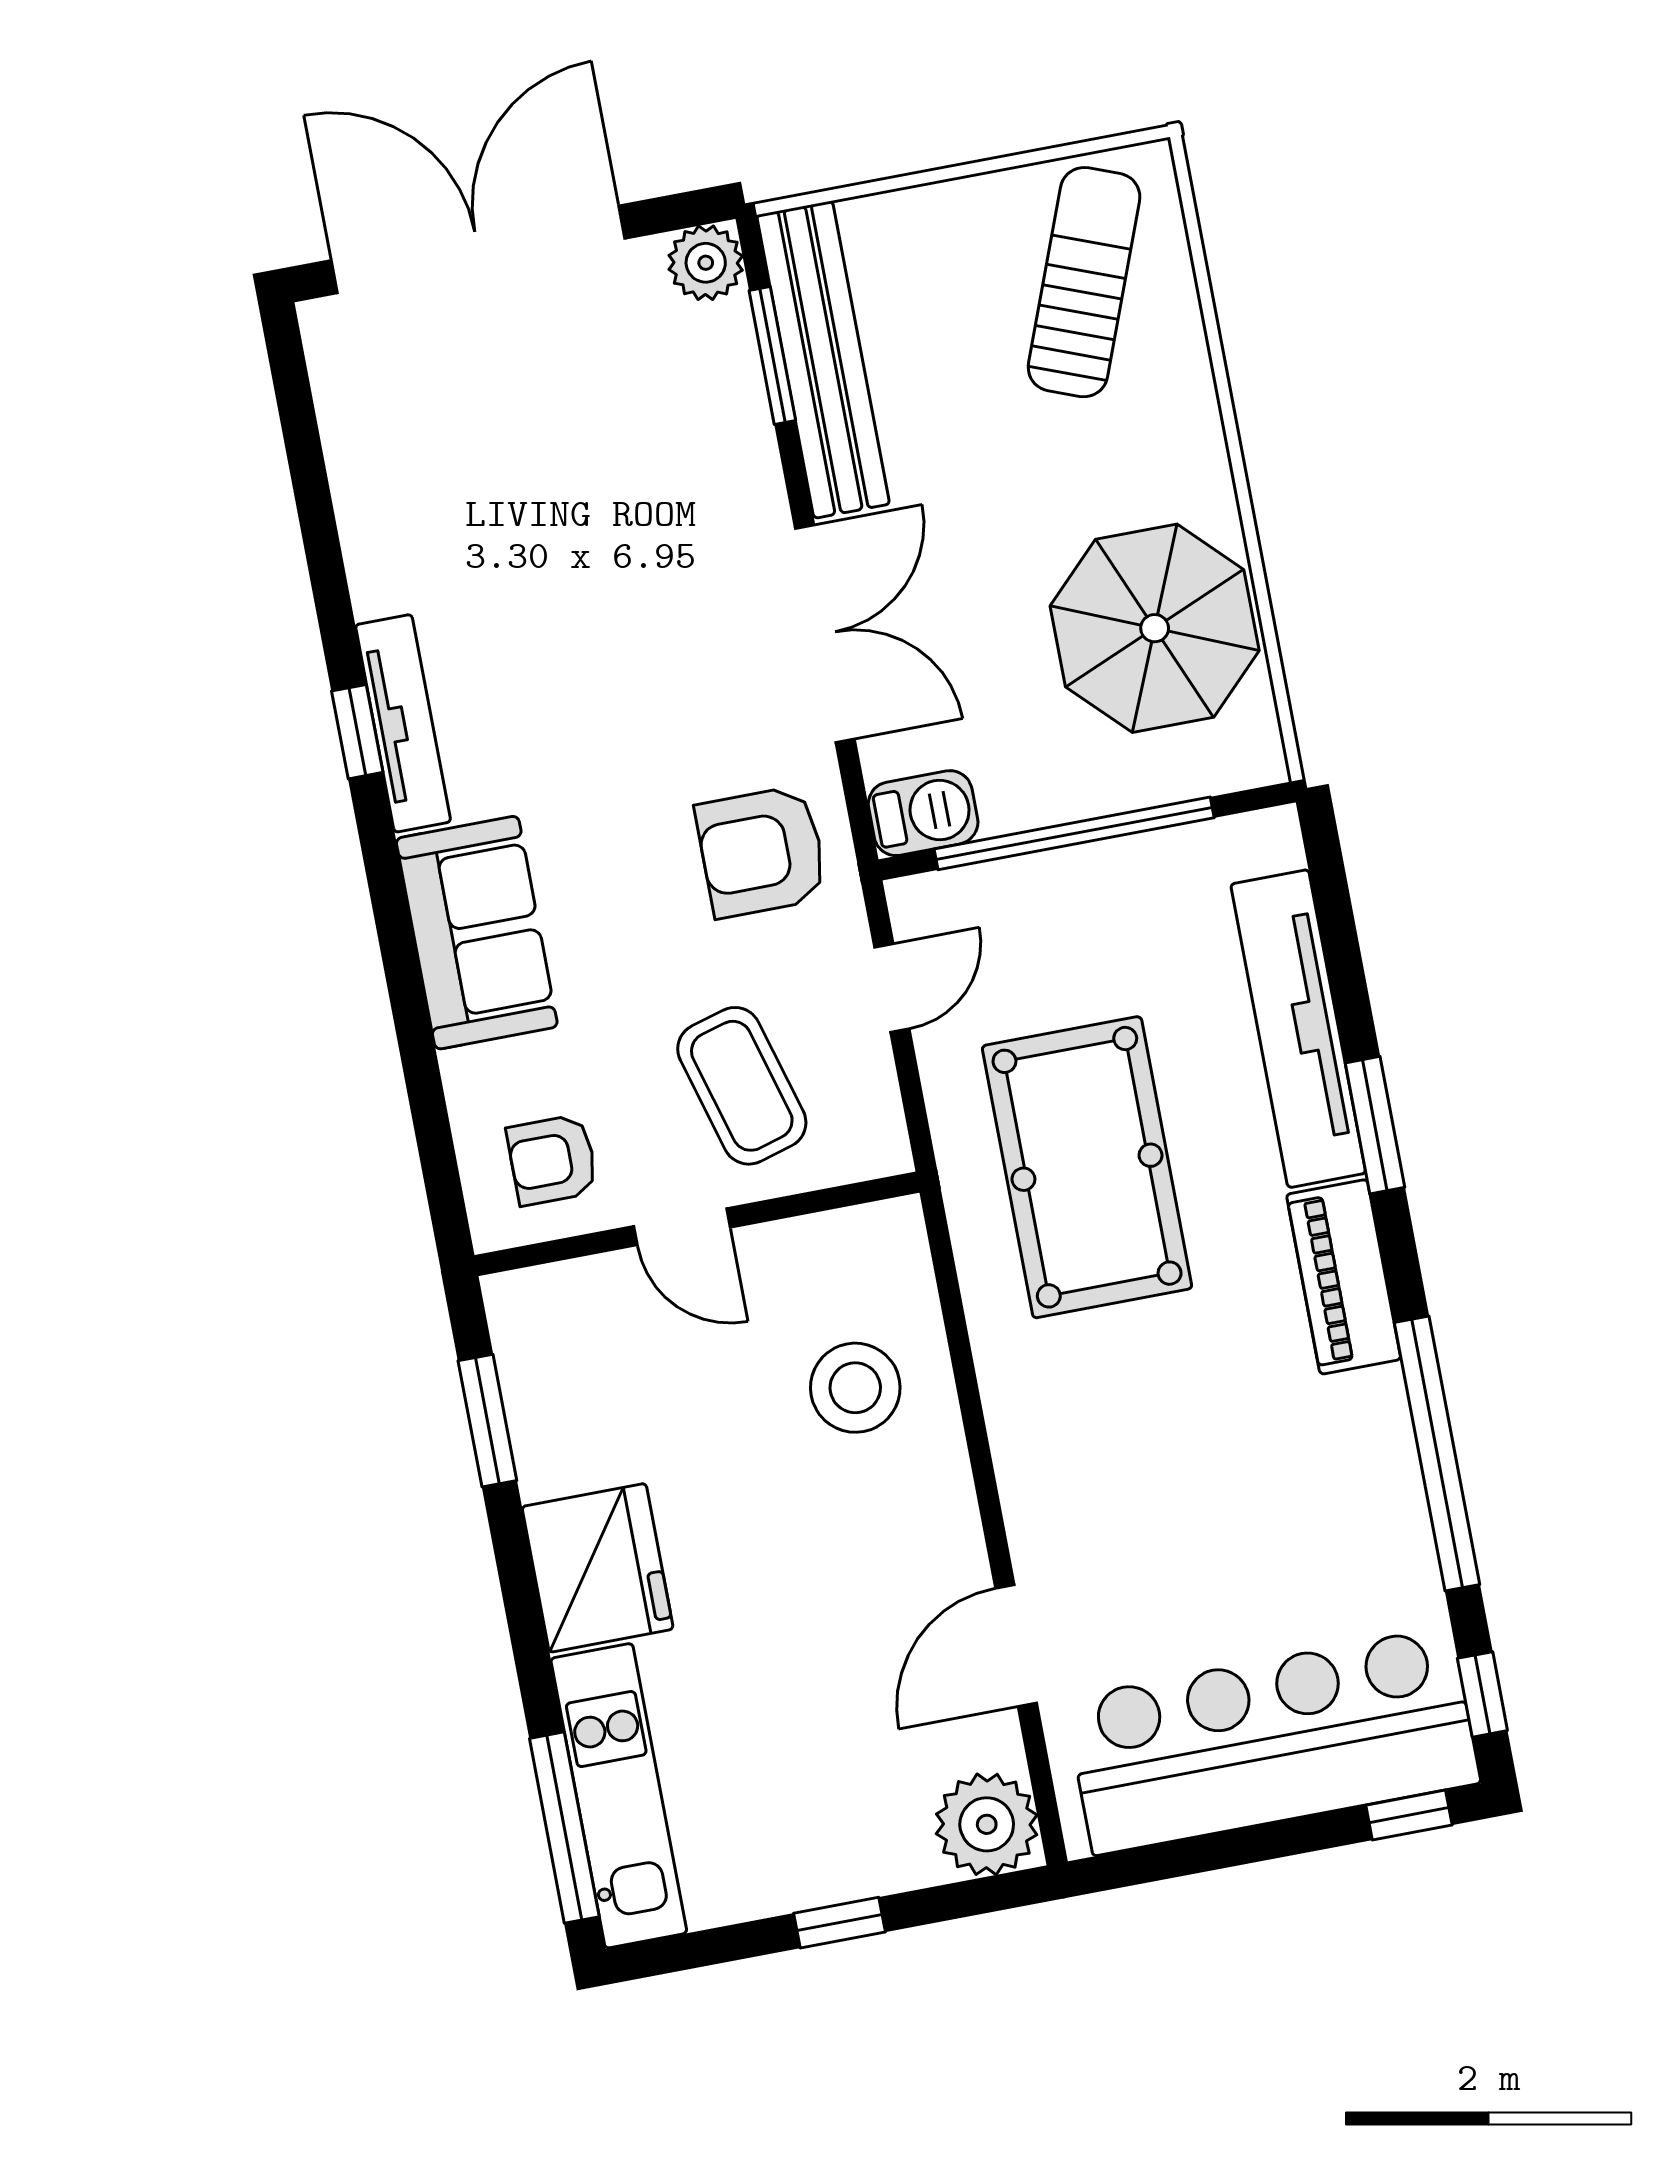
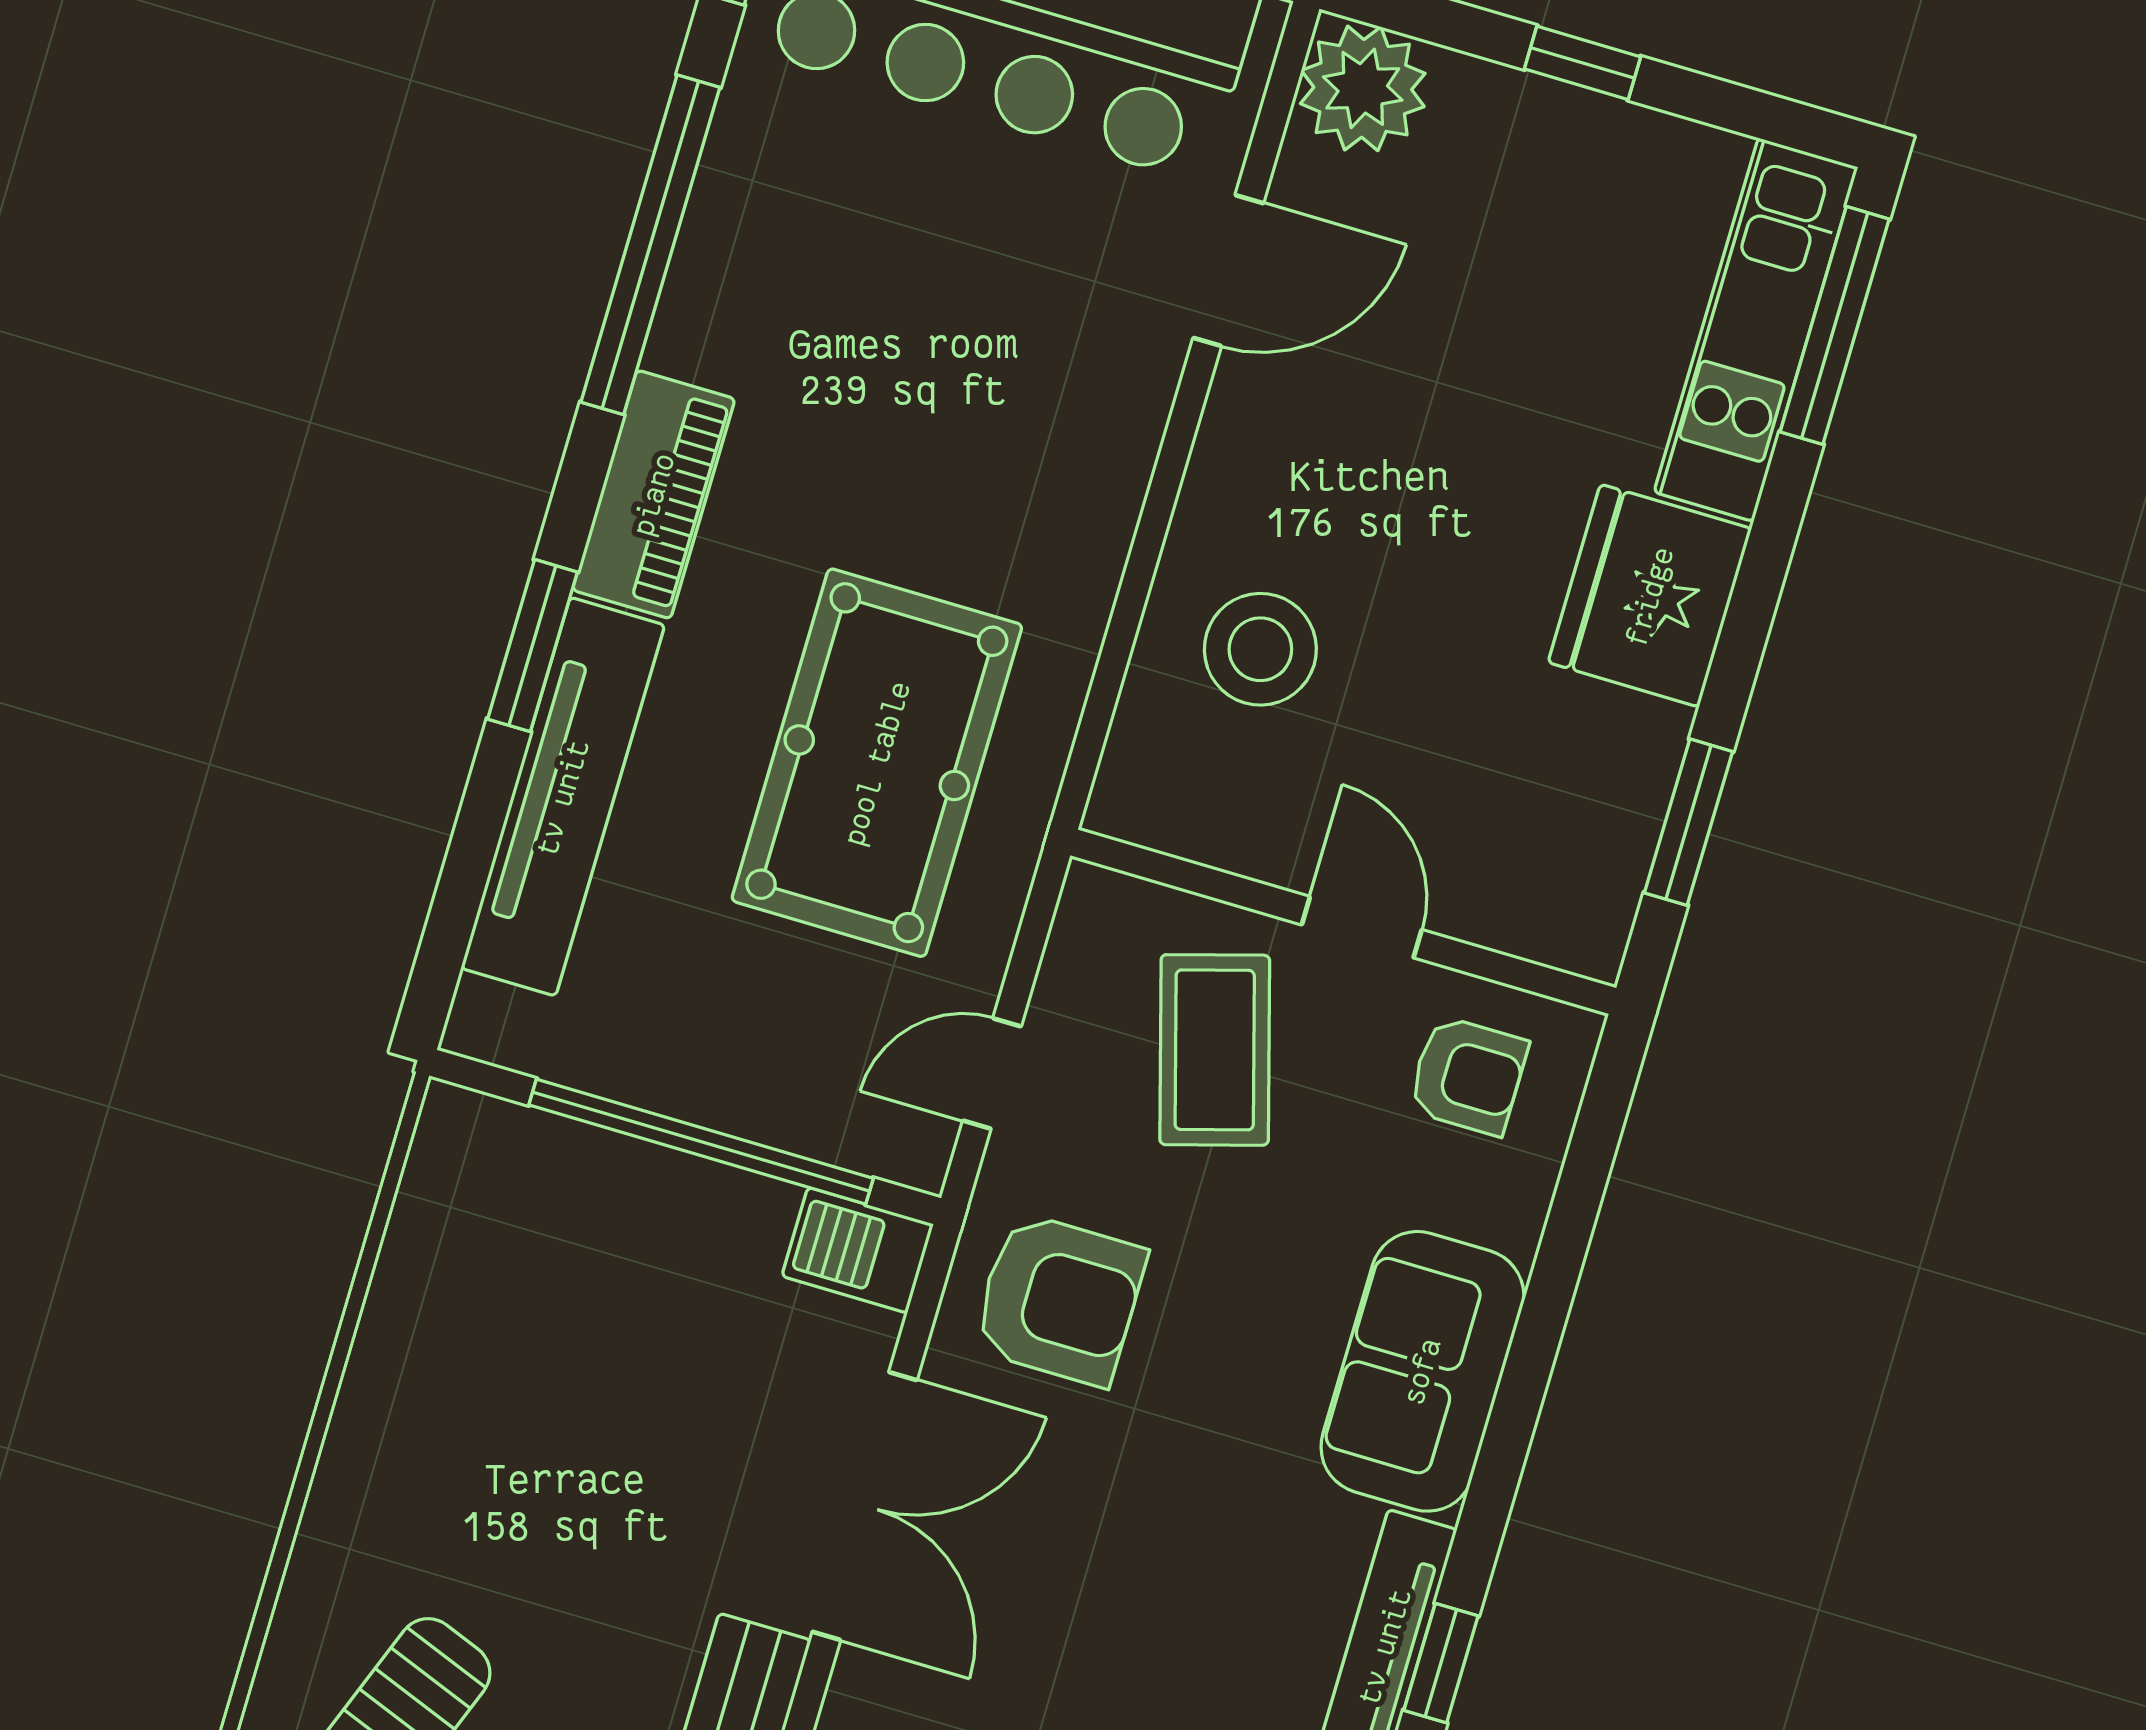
parasol: (1155, 628) -> (495, 1324), removed
double door: (825, 634) -> (865, 1506), swing flipped

